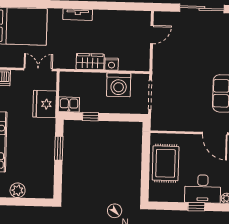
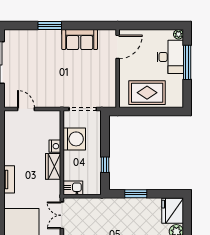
fridge: (45, 104) -> (173, 211), moved, turned 90
kitchen sink: (69, 104) -> (73, 188), moved, turned 90
window: (196, 207) -> (187, 62), width x2.17

